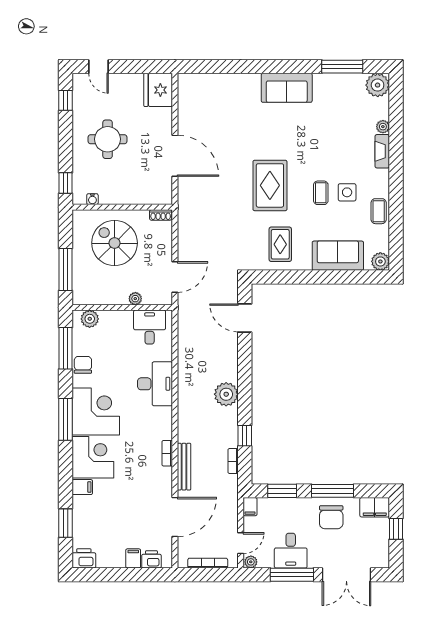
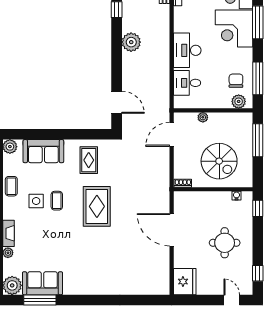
sofa: (287, 88) -> (42, 283), moved
desk: (150, 327) -> (187, 83), moved, turned 90
chair: (83, 365) -> (236, 81), moved, turned 180

